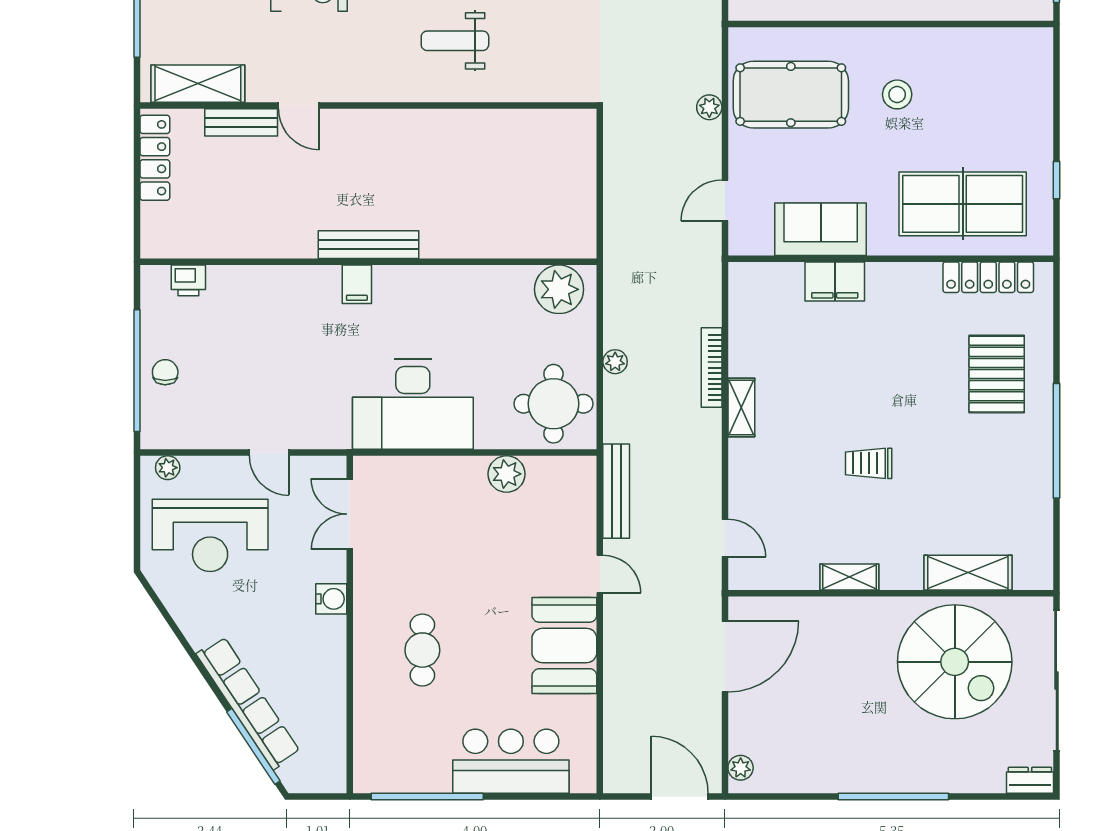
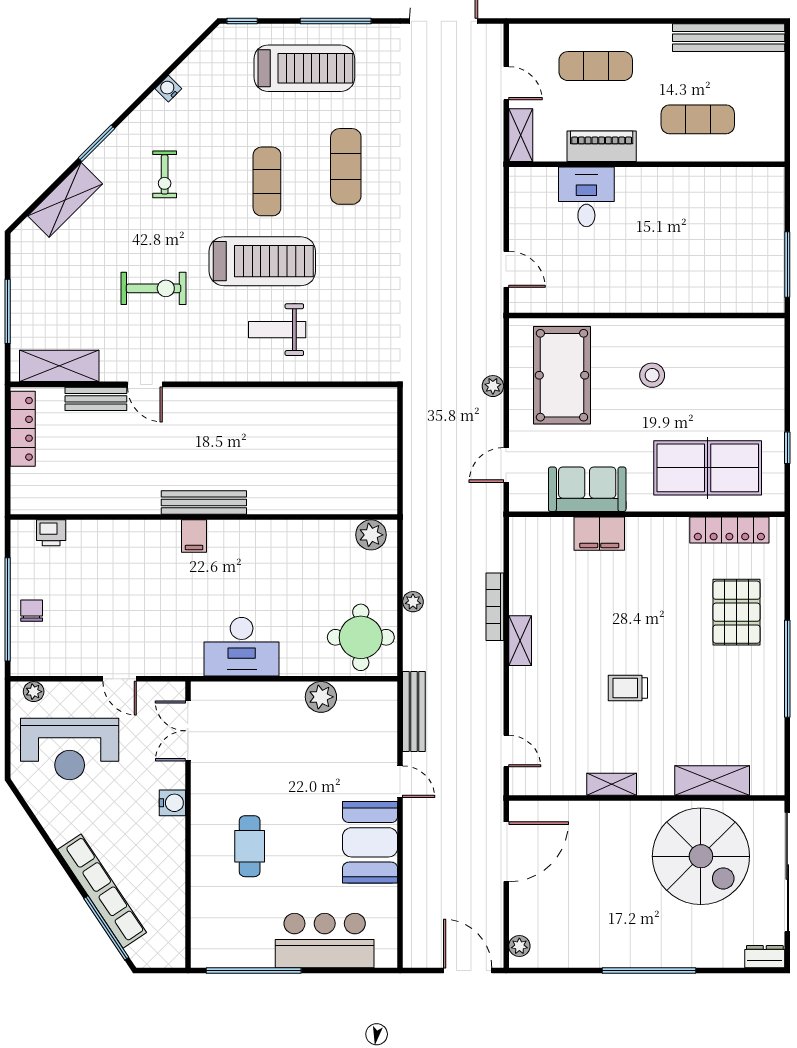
pool table: (791, 95) -> (562, 375), turned 90
plant: (559, 289) -> (371, 535), width x0.73, depth x0.73
desk: (413, 404) -> (242, 647), width x0.73, depth x0.77

